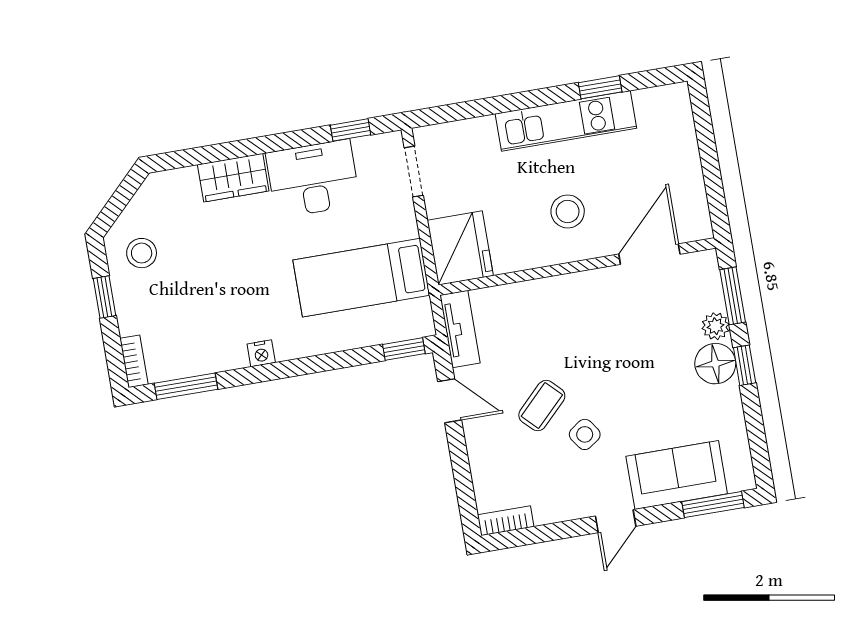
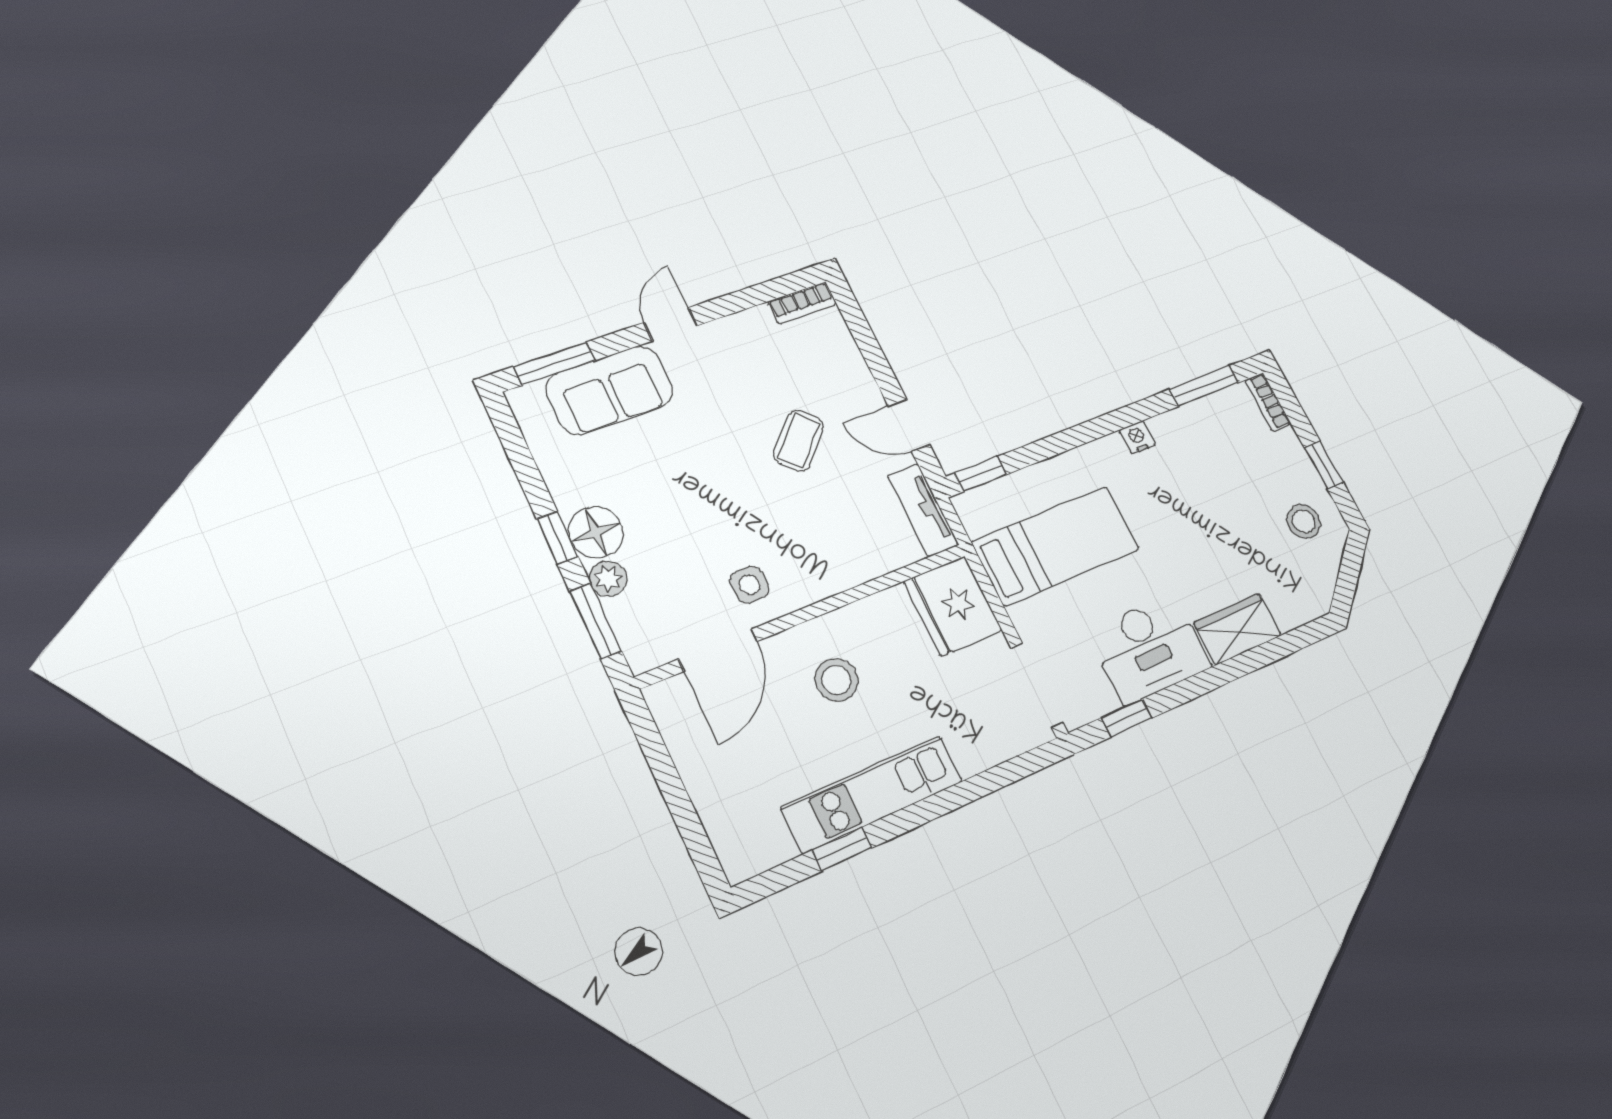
doorway: (414, 172) -> (1037, 685), width x1.38
side table: (585, 434) -> (749, 585), moved, turned 35

